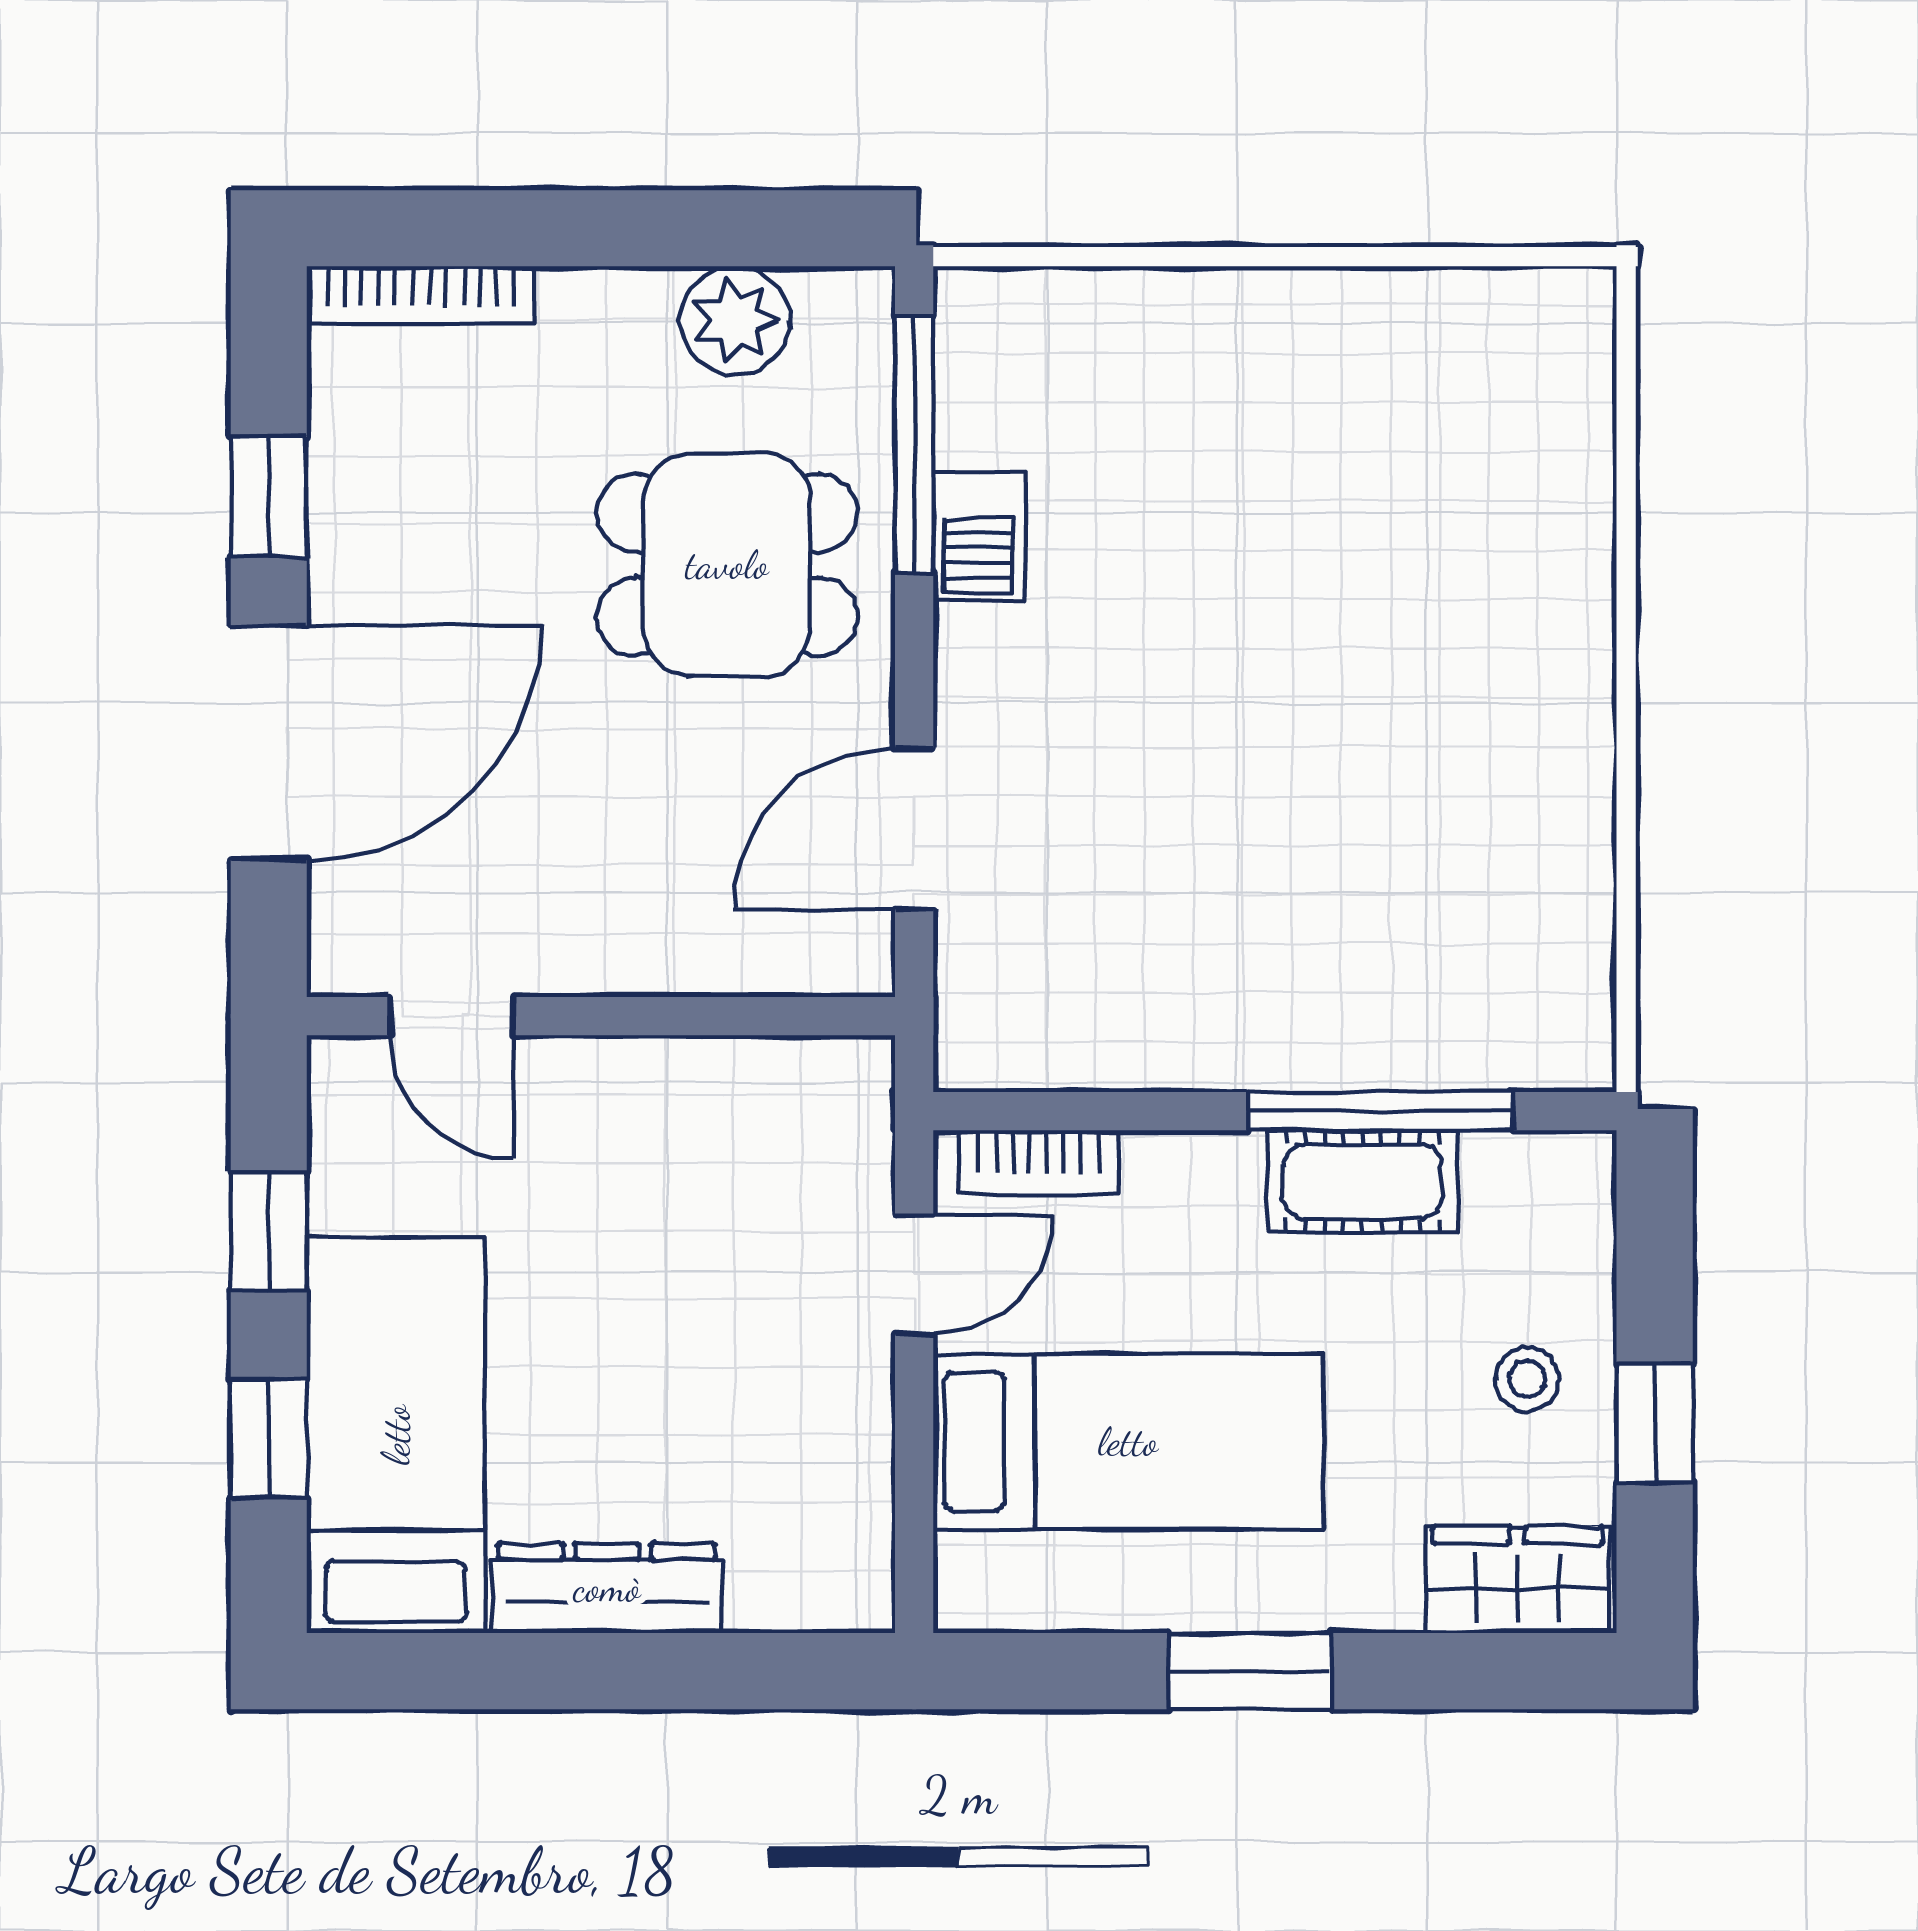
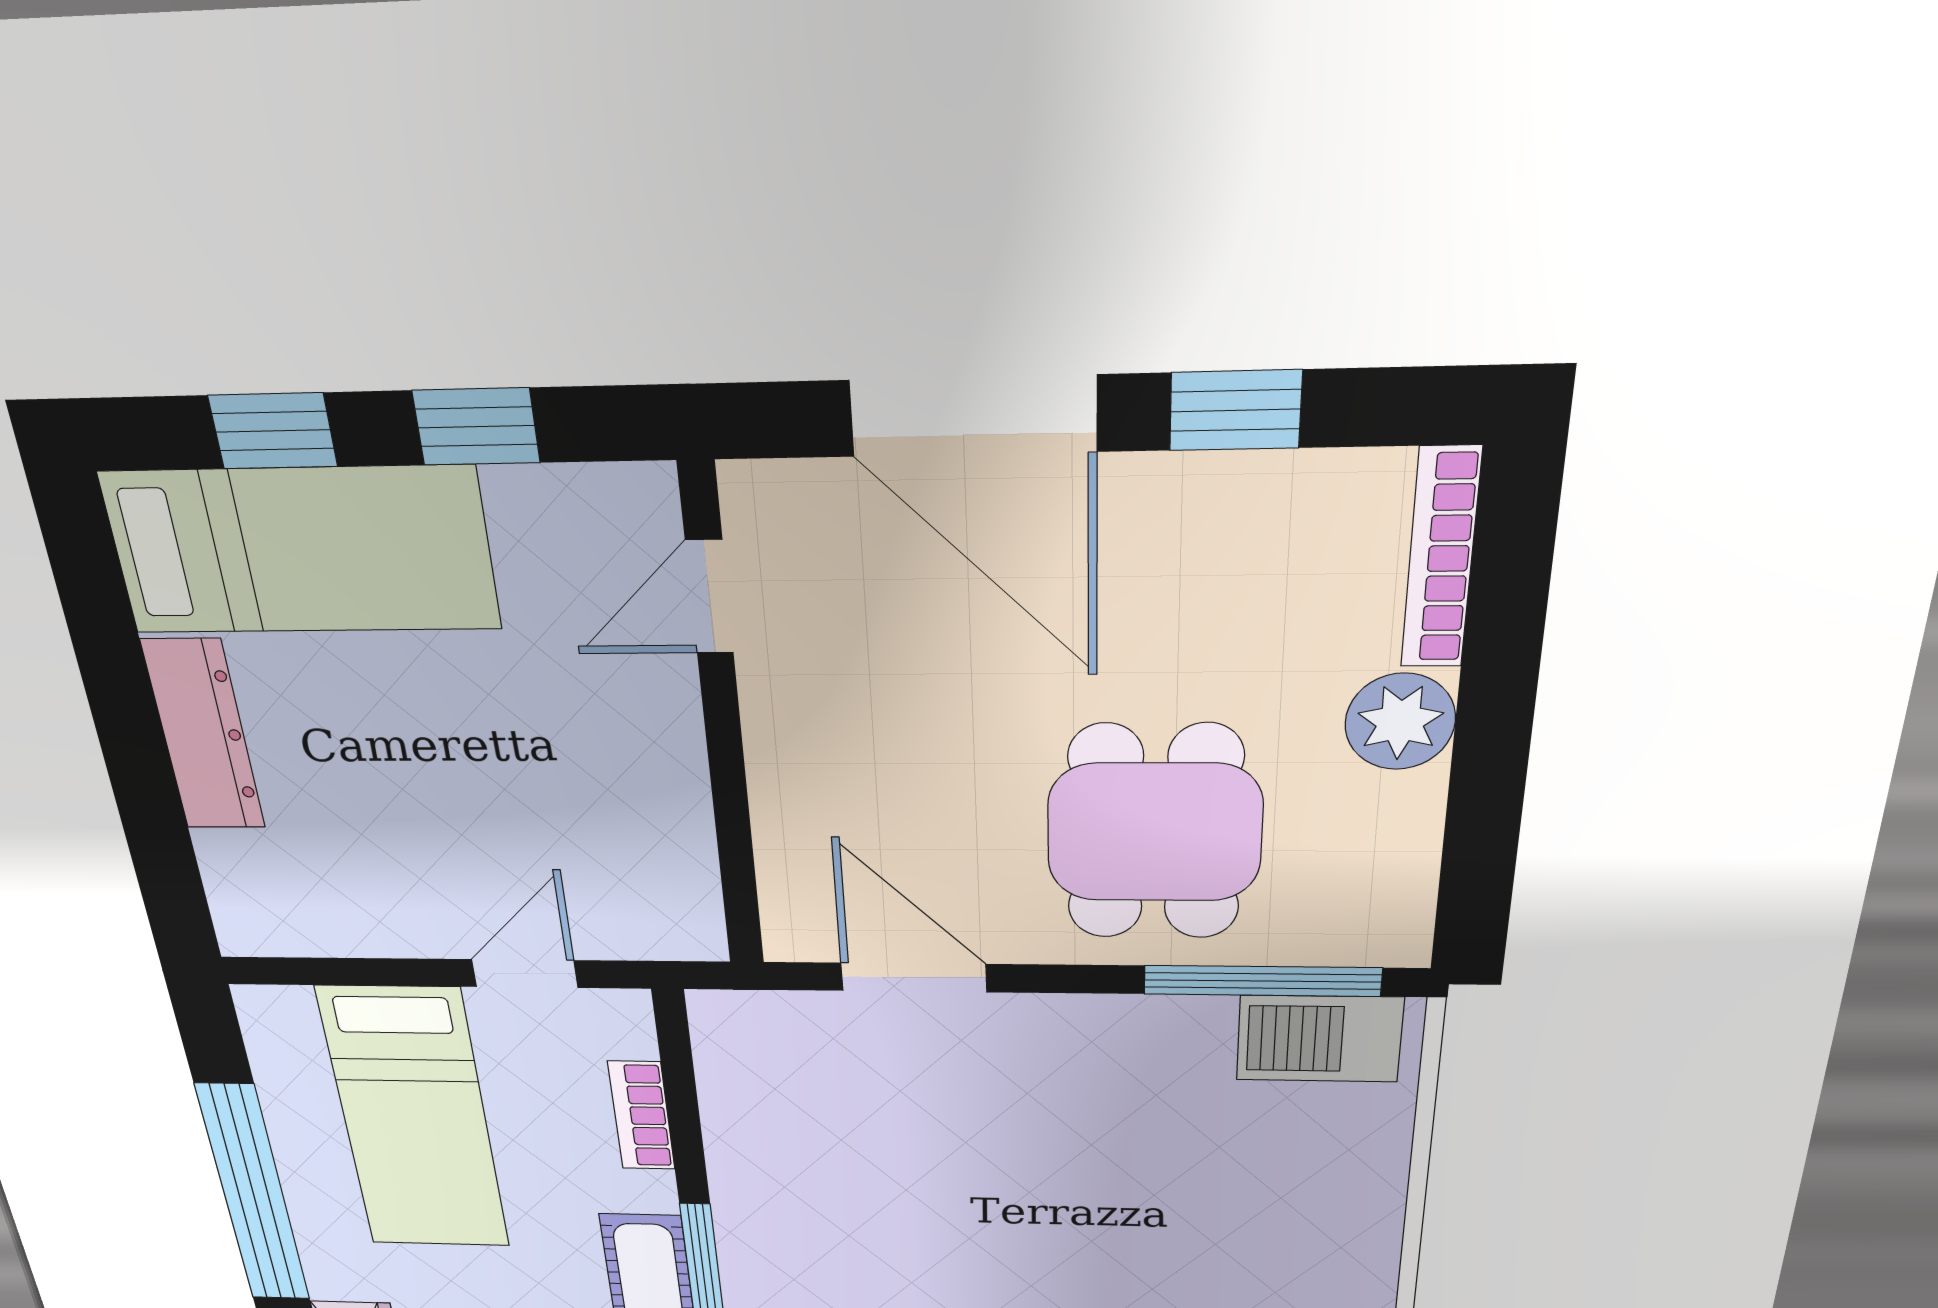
plant: (735, 321) -> (1400, 722), moved
barbecue: (979, 536) -> (1319, 1039), moved, width x1.38, depth x1.27
bookcase: (1038, 1162) -> (641, 1116), moved
door: (914, 1275) -> (525, 974), swing flipped
window: (1250, 1671) -> (253, 1194), width x2.11

